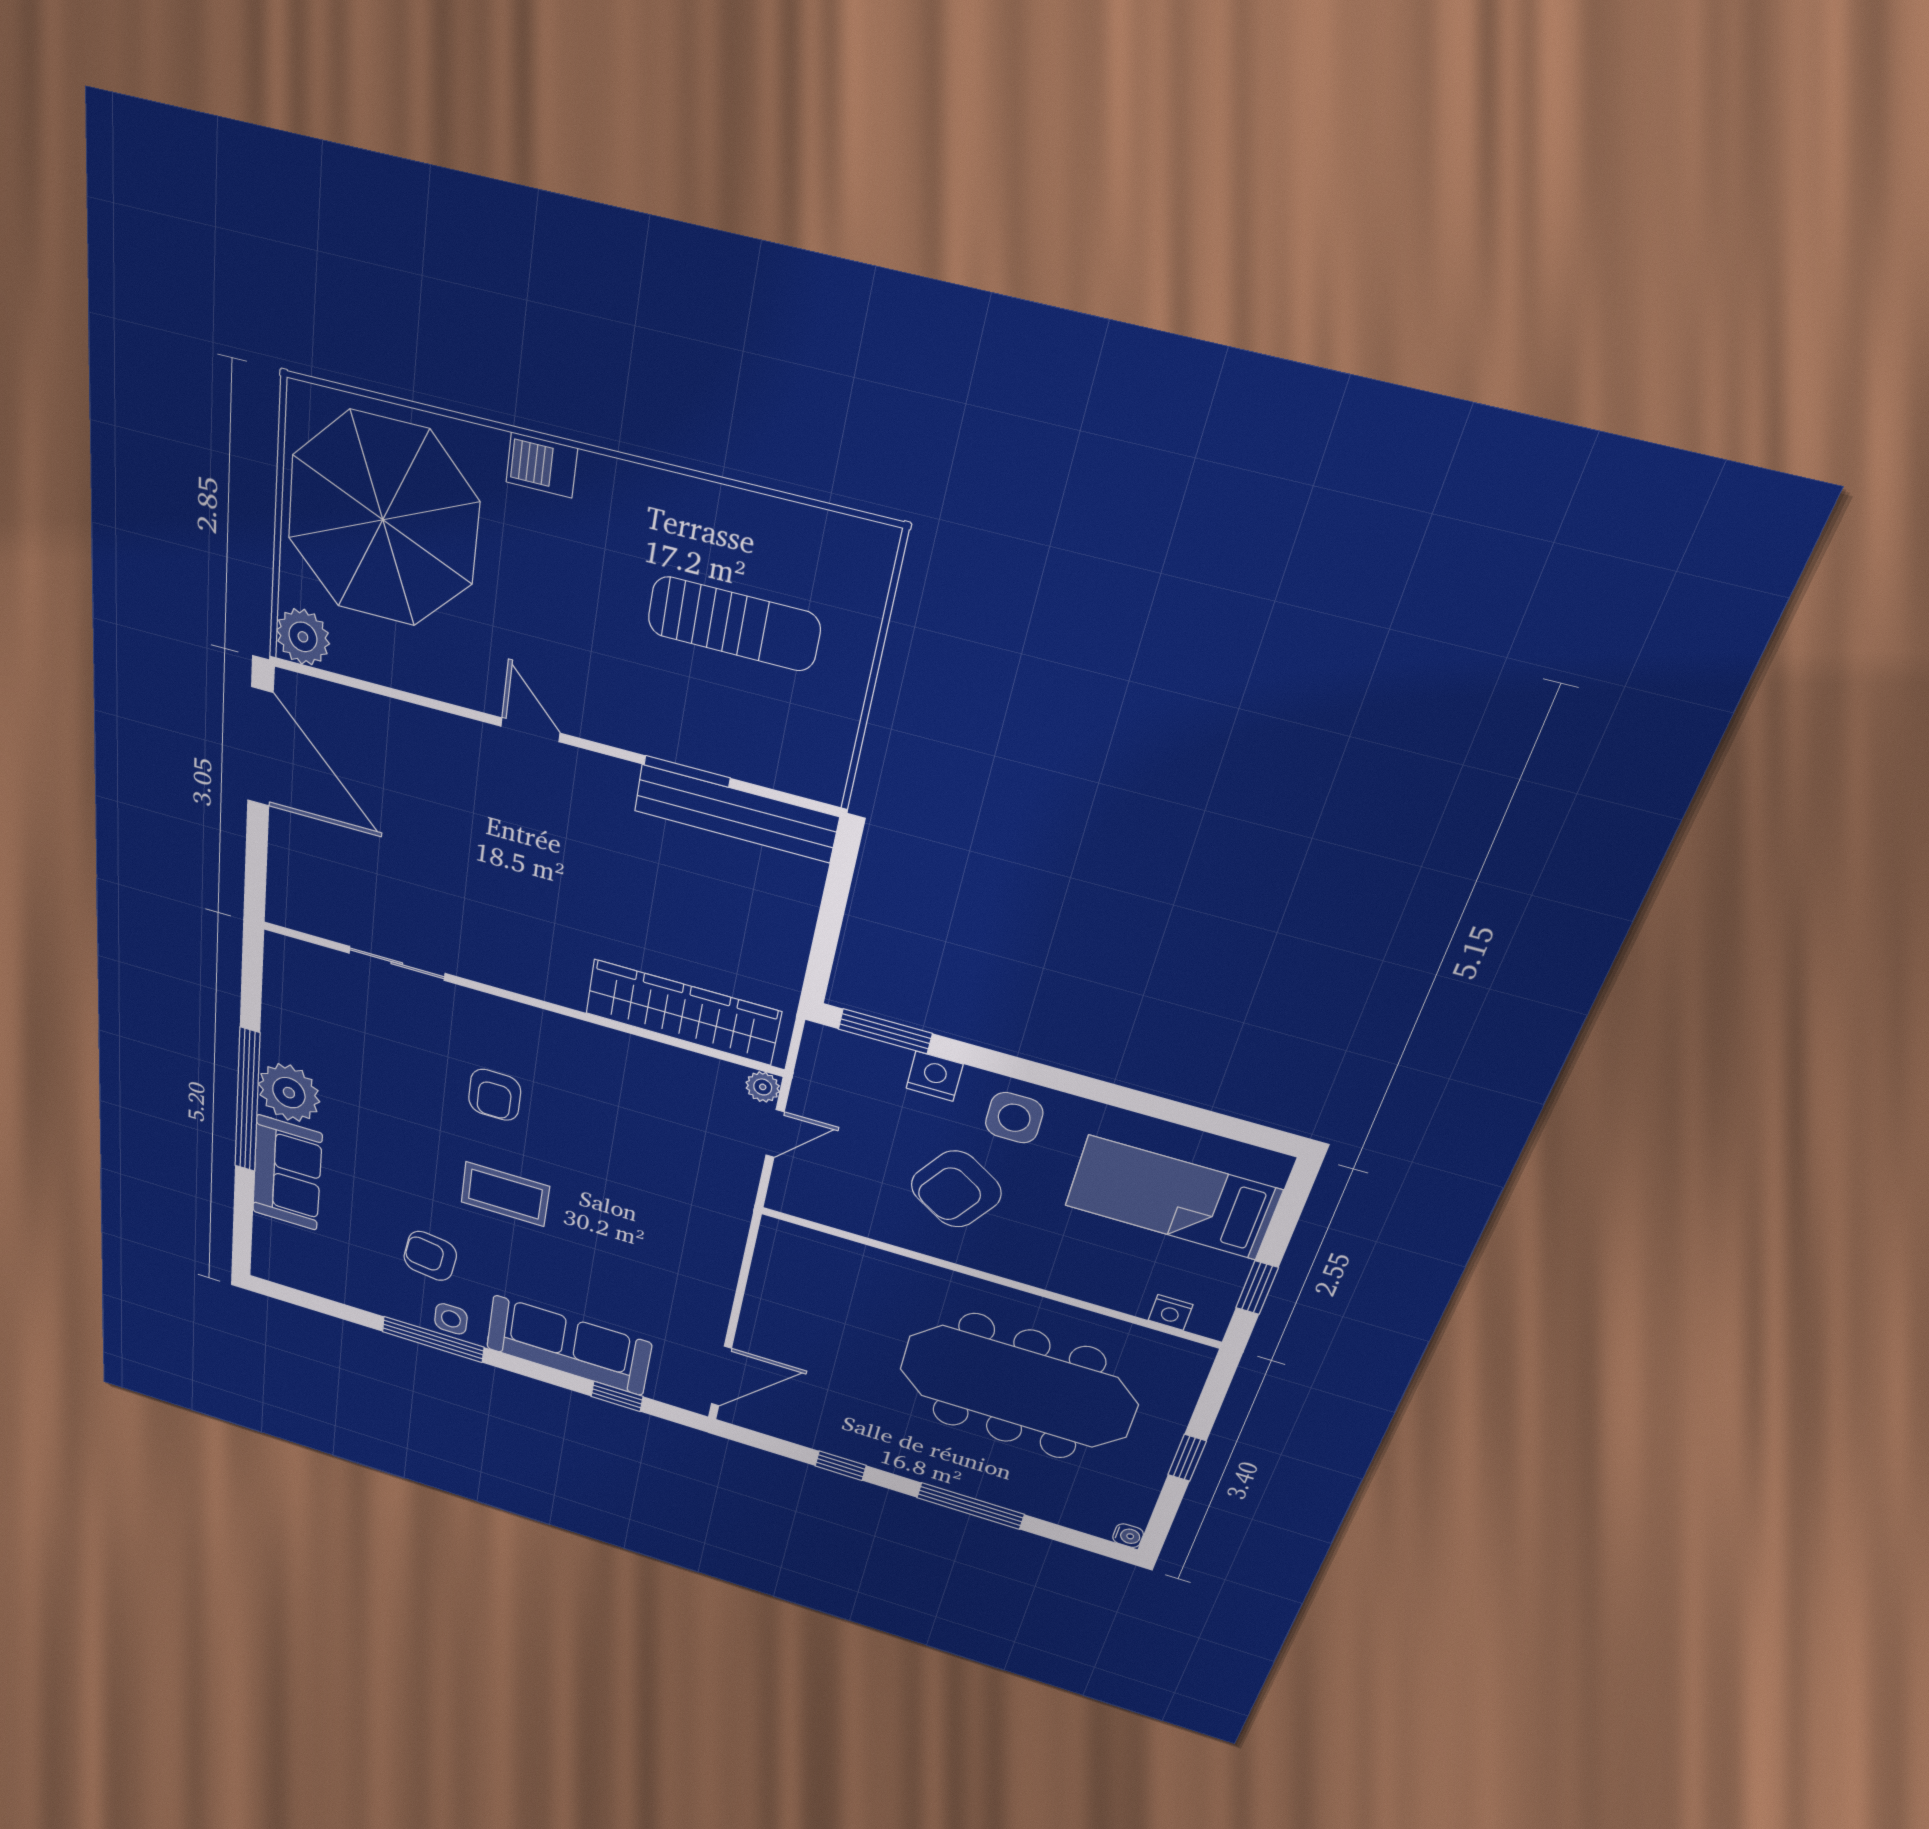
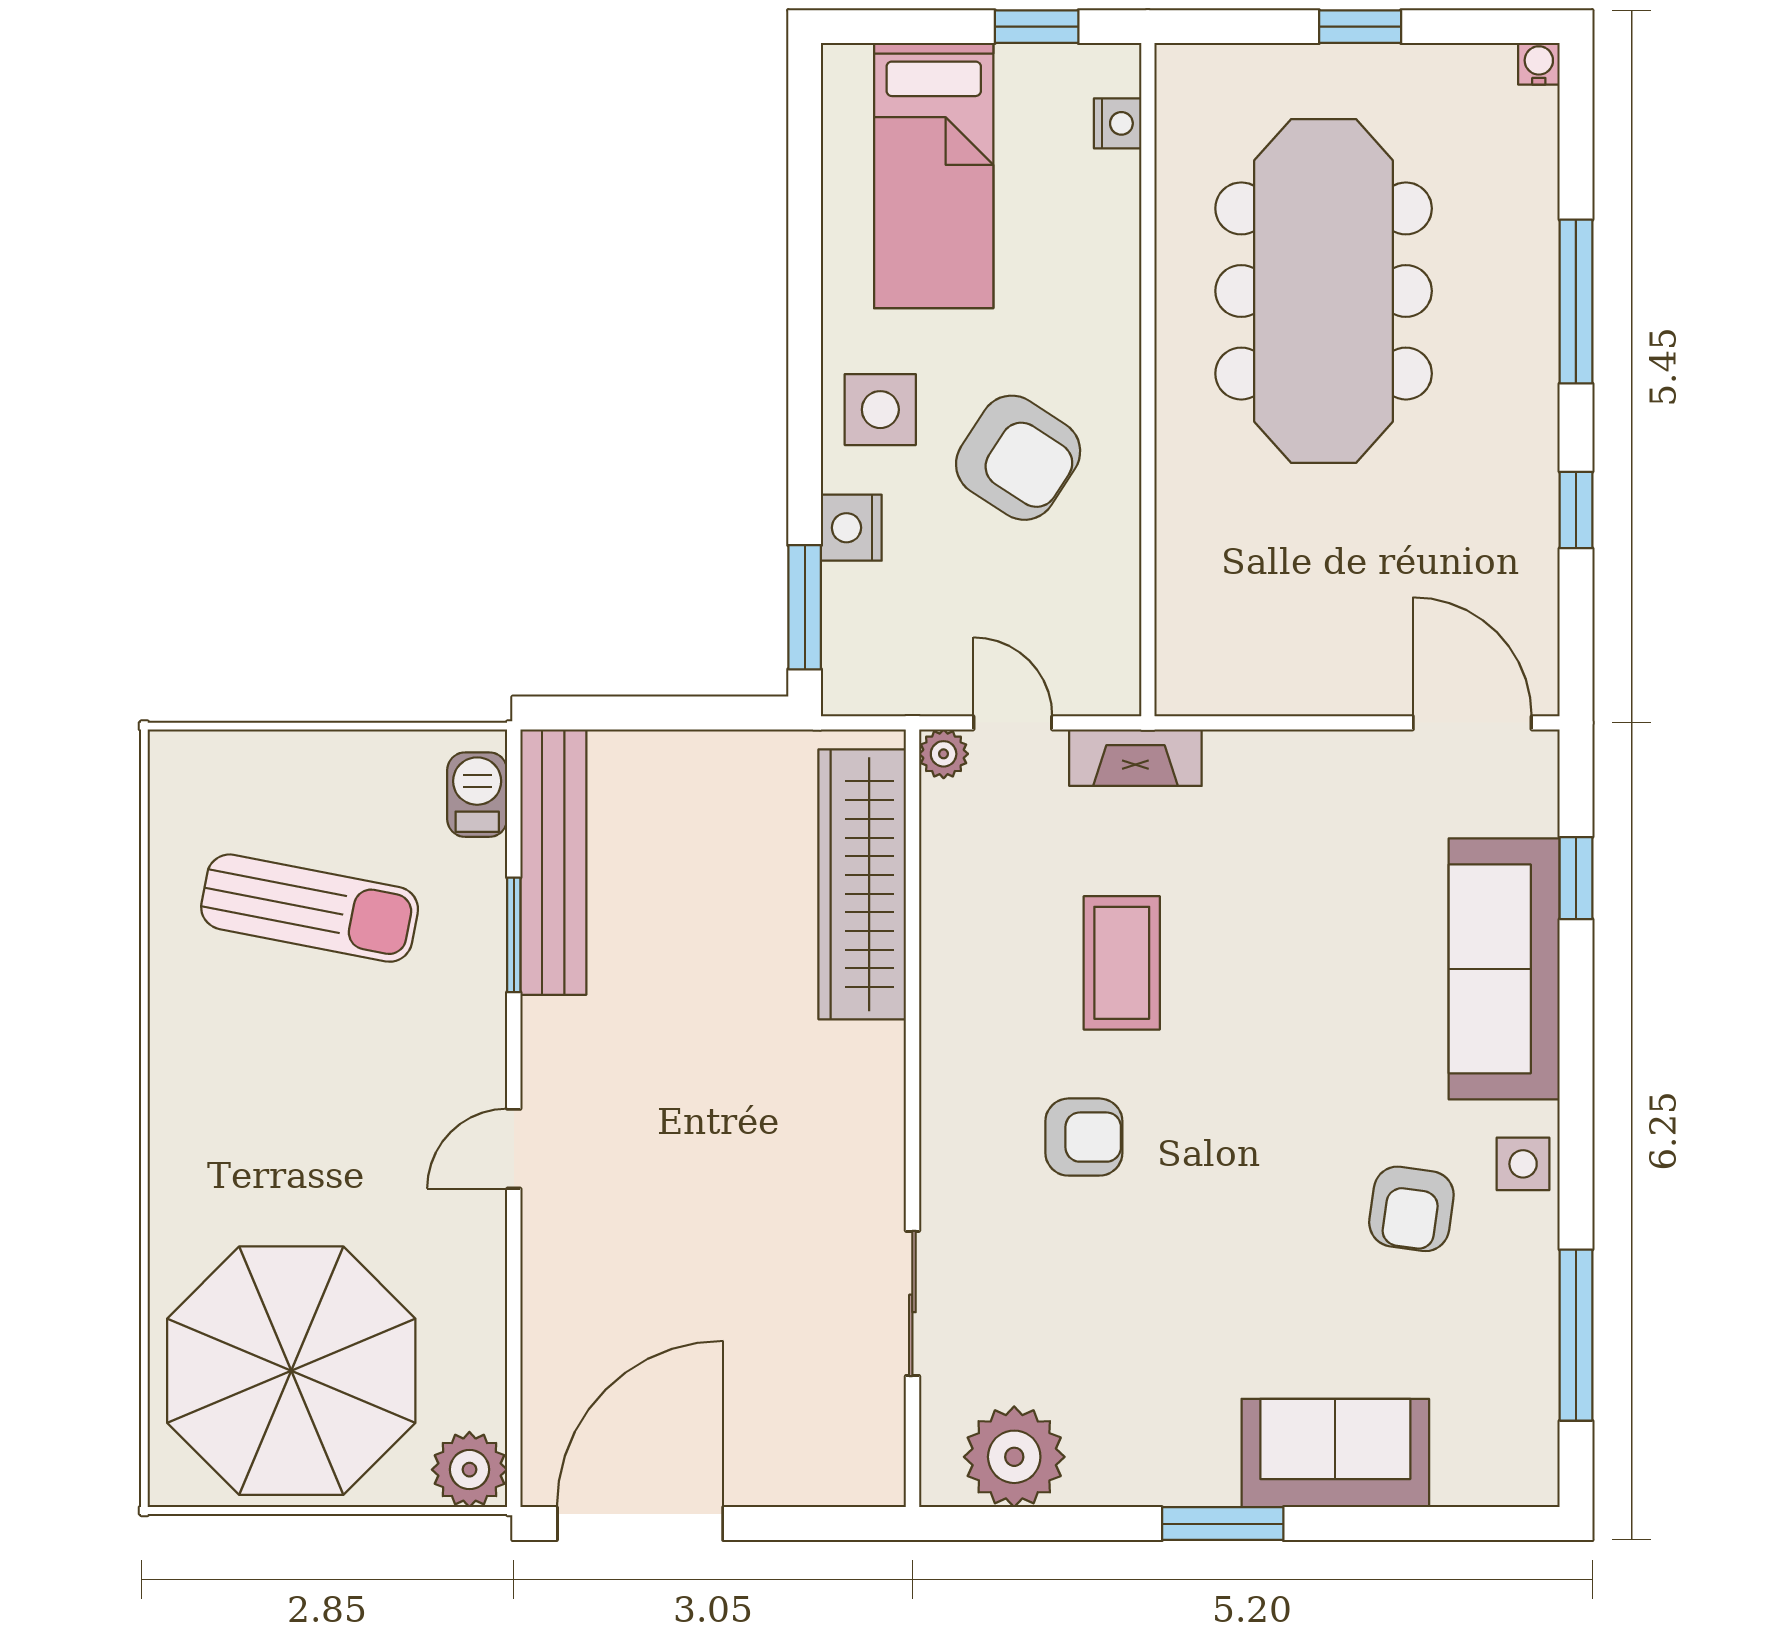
barbecue: (542, 465) -> (477, 795), moved, turned 180
sun lounger: (734, 624) -> (310, 908), turned 101
plant: (289, 1093) -> (1014, 1457), moved
window: (247, 1101) -> (1223, 1524), width x0.47
coffee table: (505, 1194) -> (1122, 963), moved
fireplace: (737, 1196) -> (1135, 758), added
window: (433, 1339) -> (1576, 1335), moved

